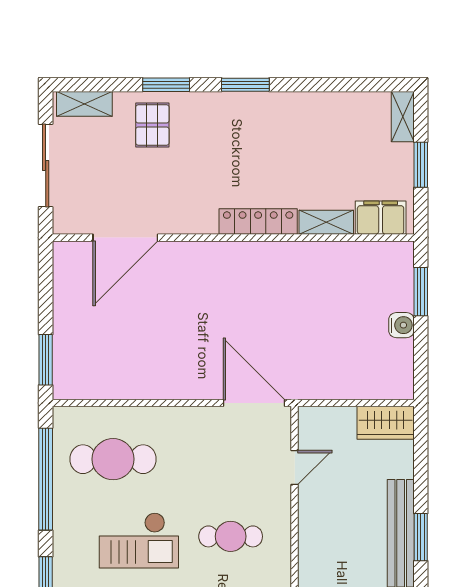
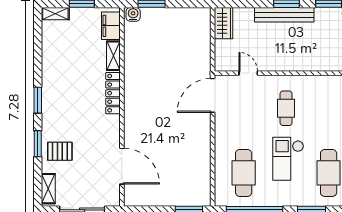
water cooler: (401, 325) -> (133, 14), moved
checkout: (139, 540) -> (288, 159), turned 180

